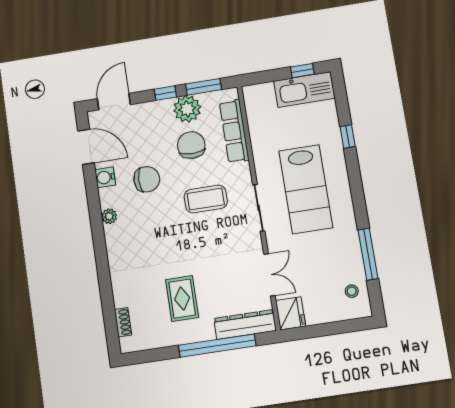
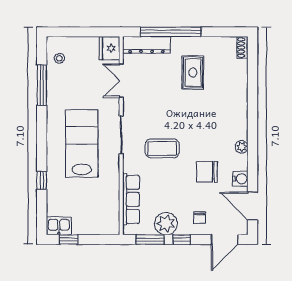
kitchen sink: (304, 90) -> (59, 226), width x0.53, depth x0.81
chair: (191, 145) -> (200, 218), moved, width x0.54, depth x0.54
shoe rack: (123, 322) -> (243, 48), moved

